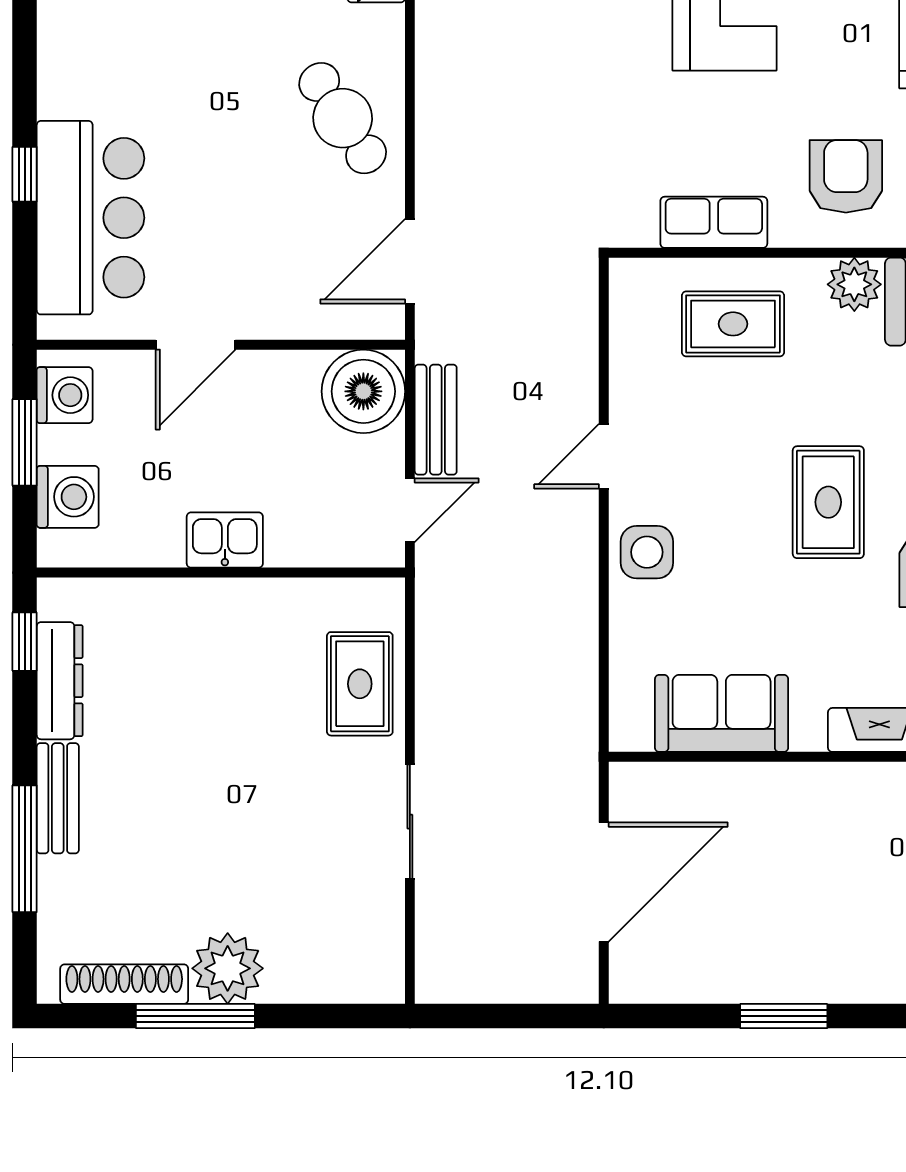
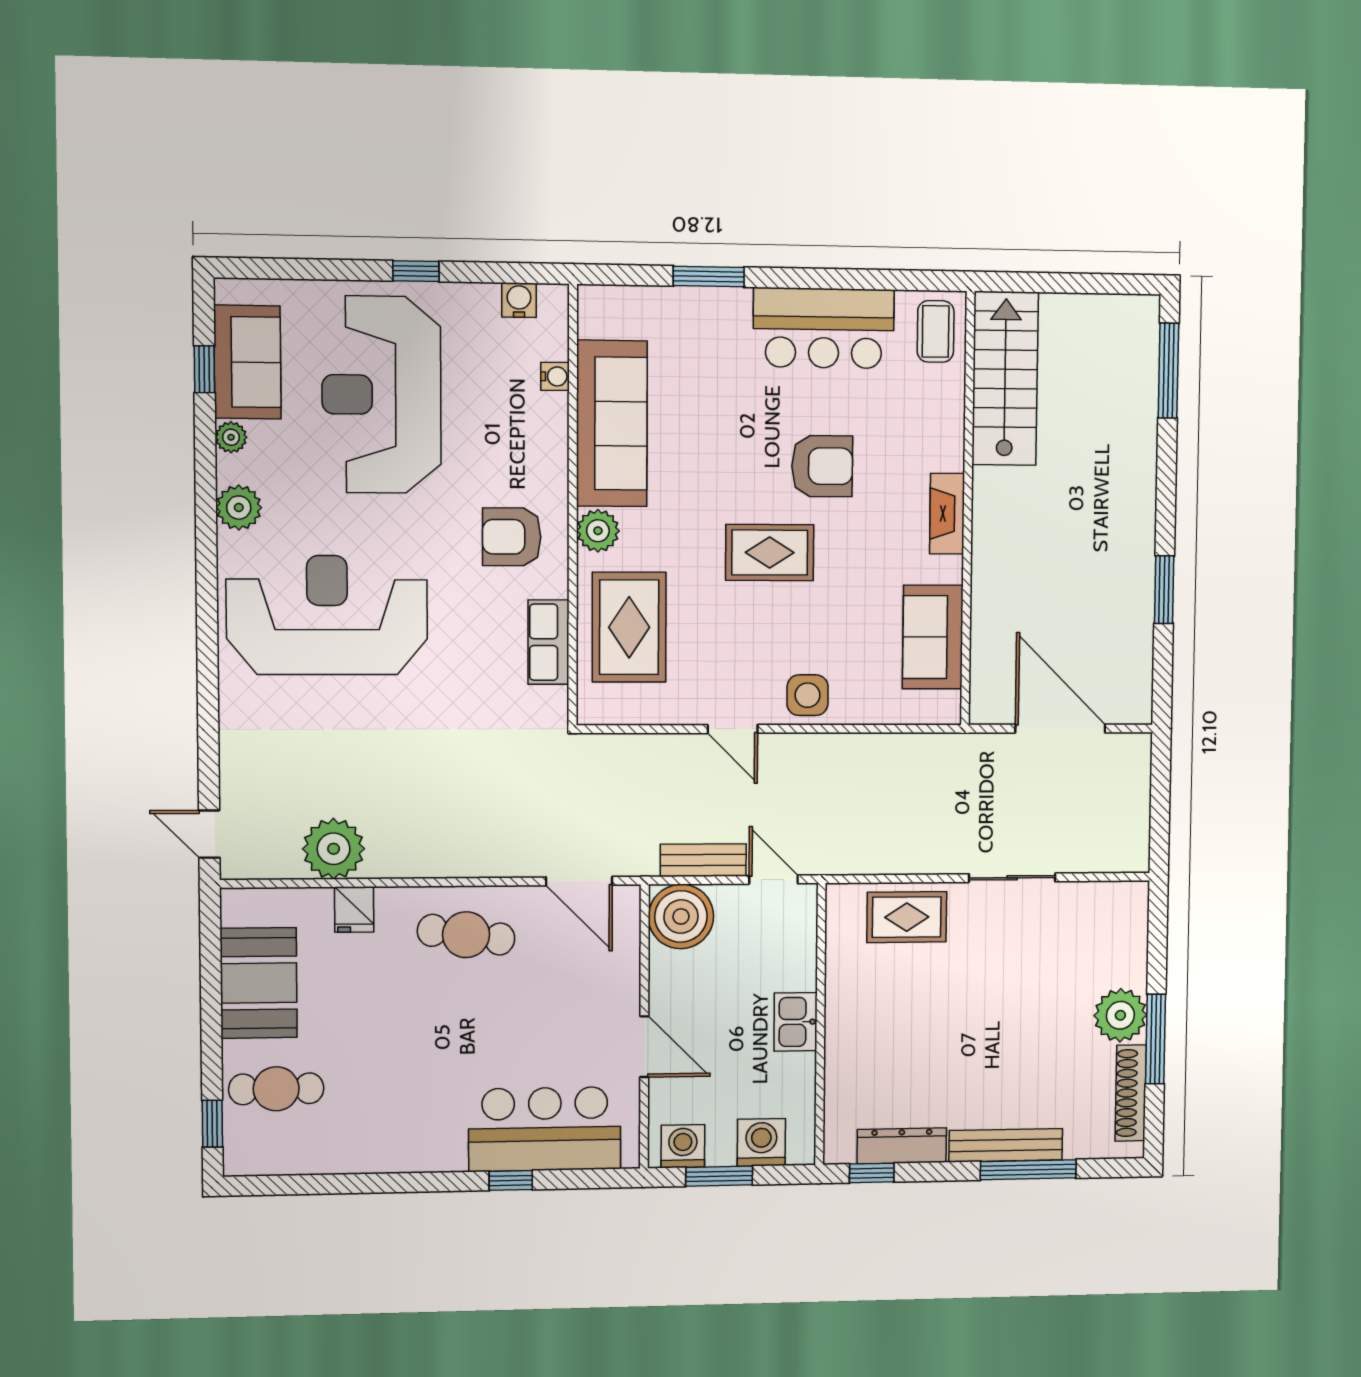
cafe table: (343, 118) -> (466, 935), turned 41
rug: (733, 324) -> (629, 627), width x1.36, depth x1.43
bench: (58, 798) -> (1006, 1145), width x1.36

